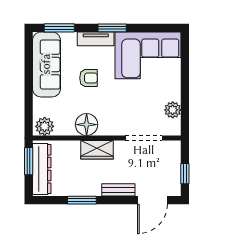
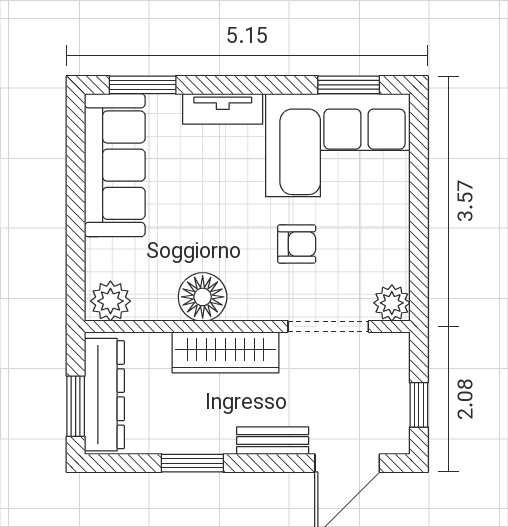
window: (112, 28) -> (349, 85), moved
armchair: (88, 78) -> (297, 244), moved
plant: (173, 110) -> (392, 303), moved
wardrobe: (97, 150) -> (226, 352), width x1.50
window: (29, 161) -> (76, 406), moved

